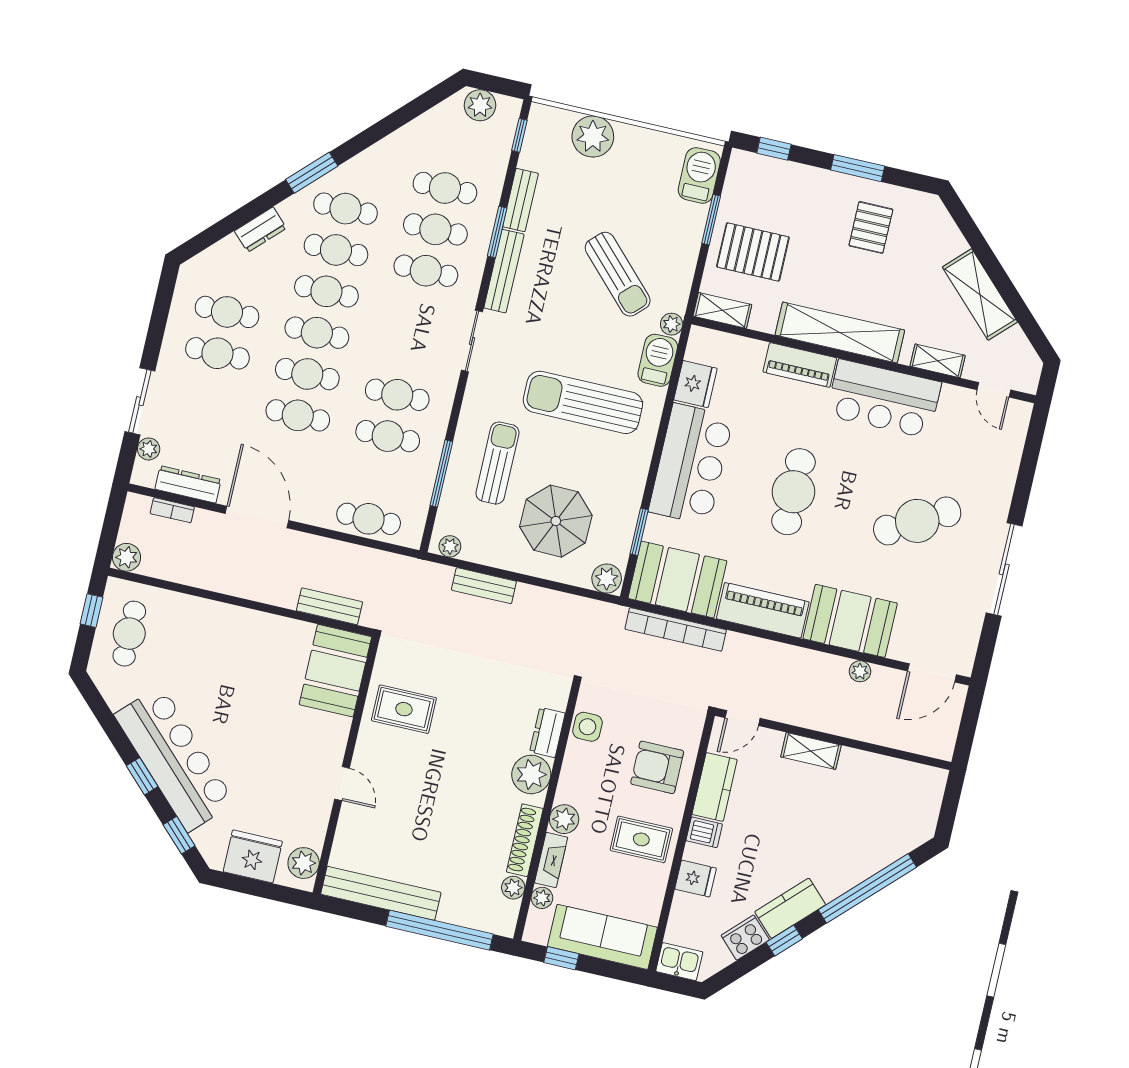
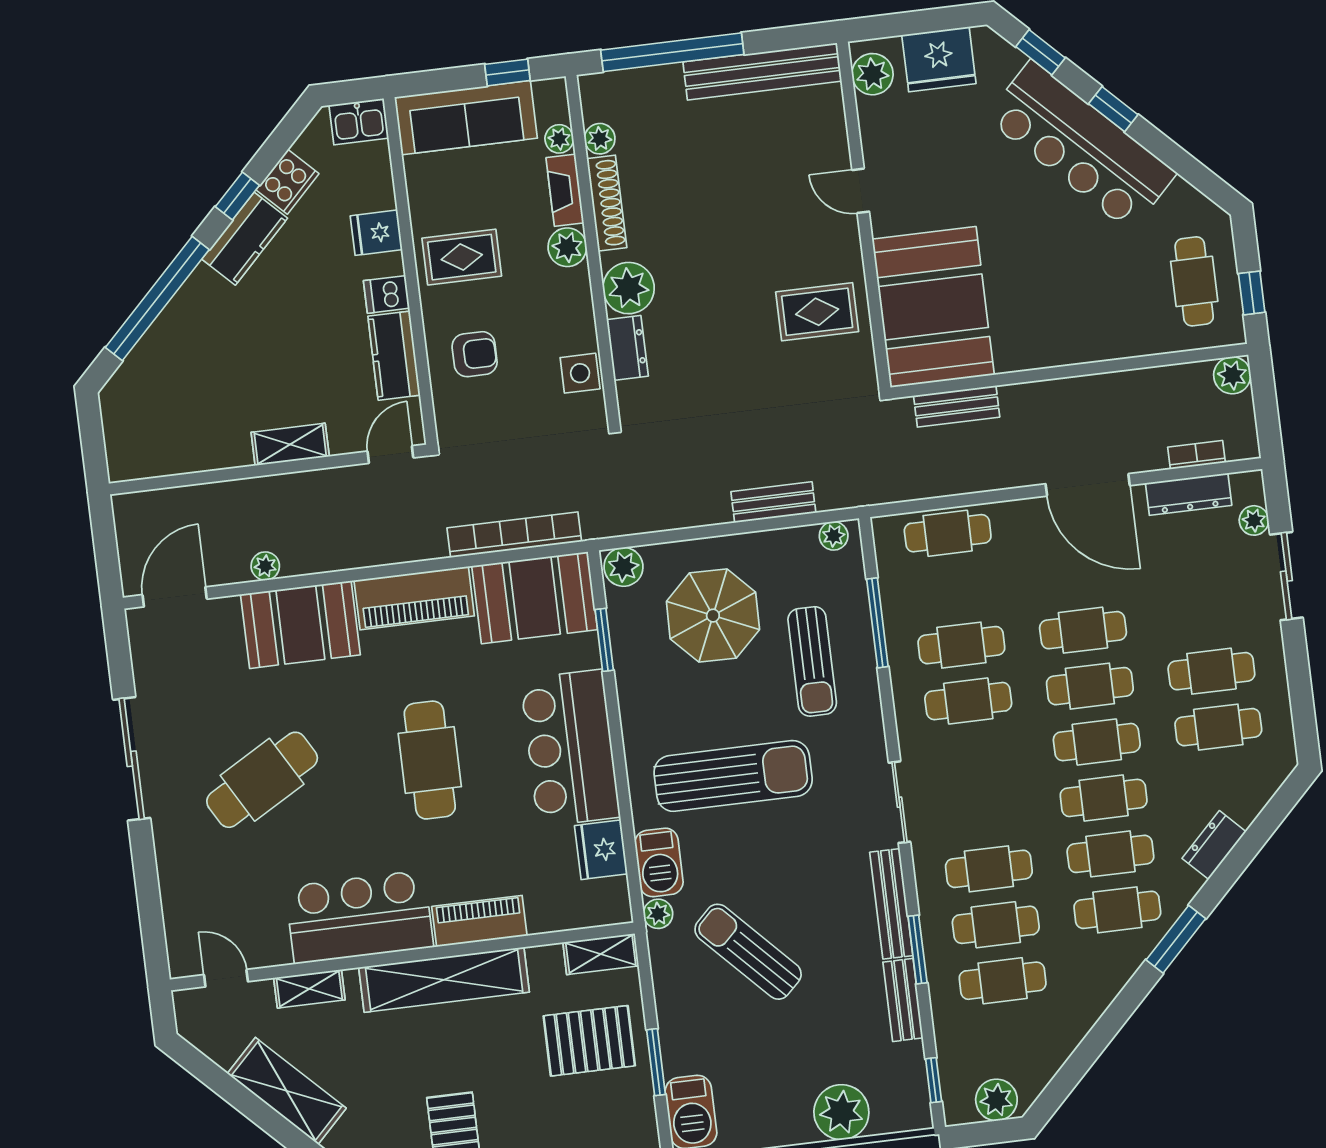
booth: (335, 671) -> (933, 307), width x1.36, depth x1.42
armchair: (657, 767) -> (475, 354), width x0.72, depth x0.72

